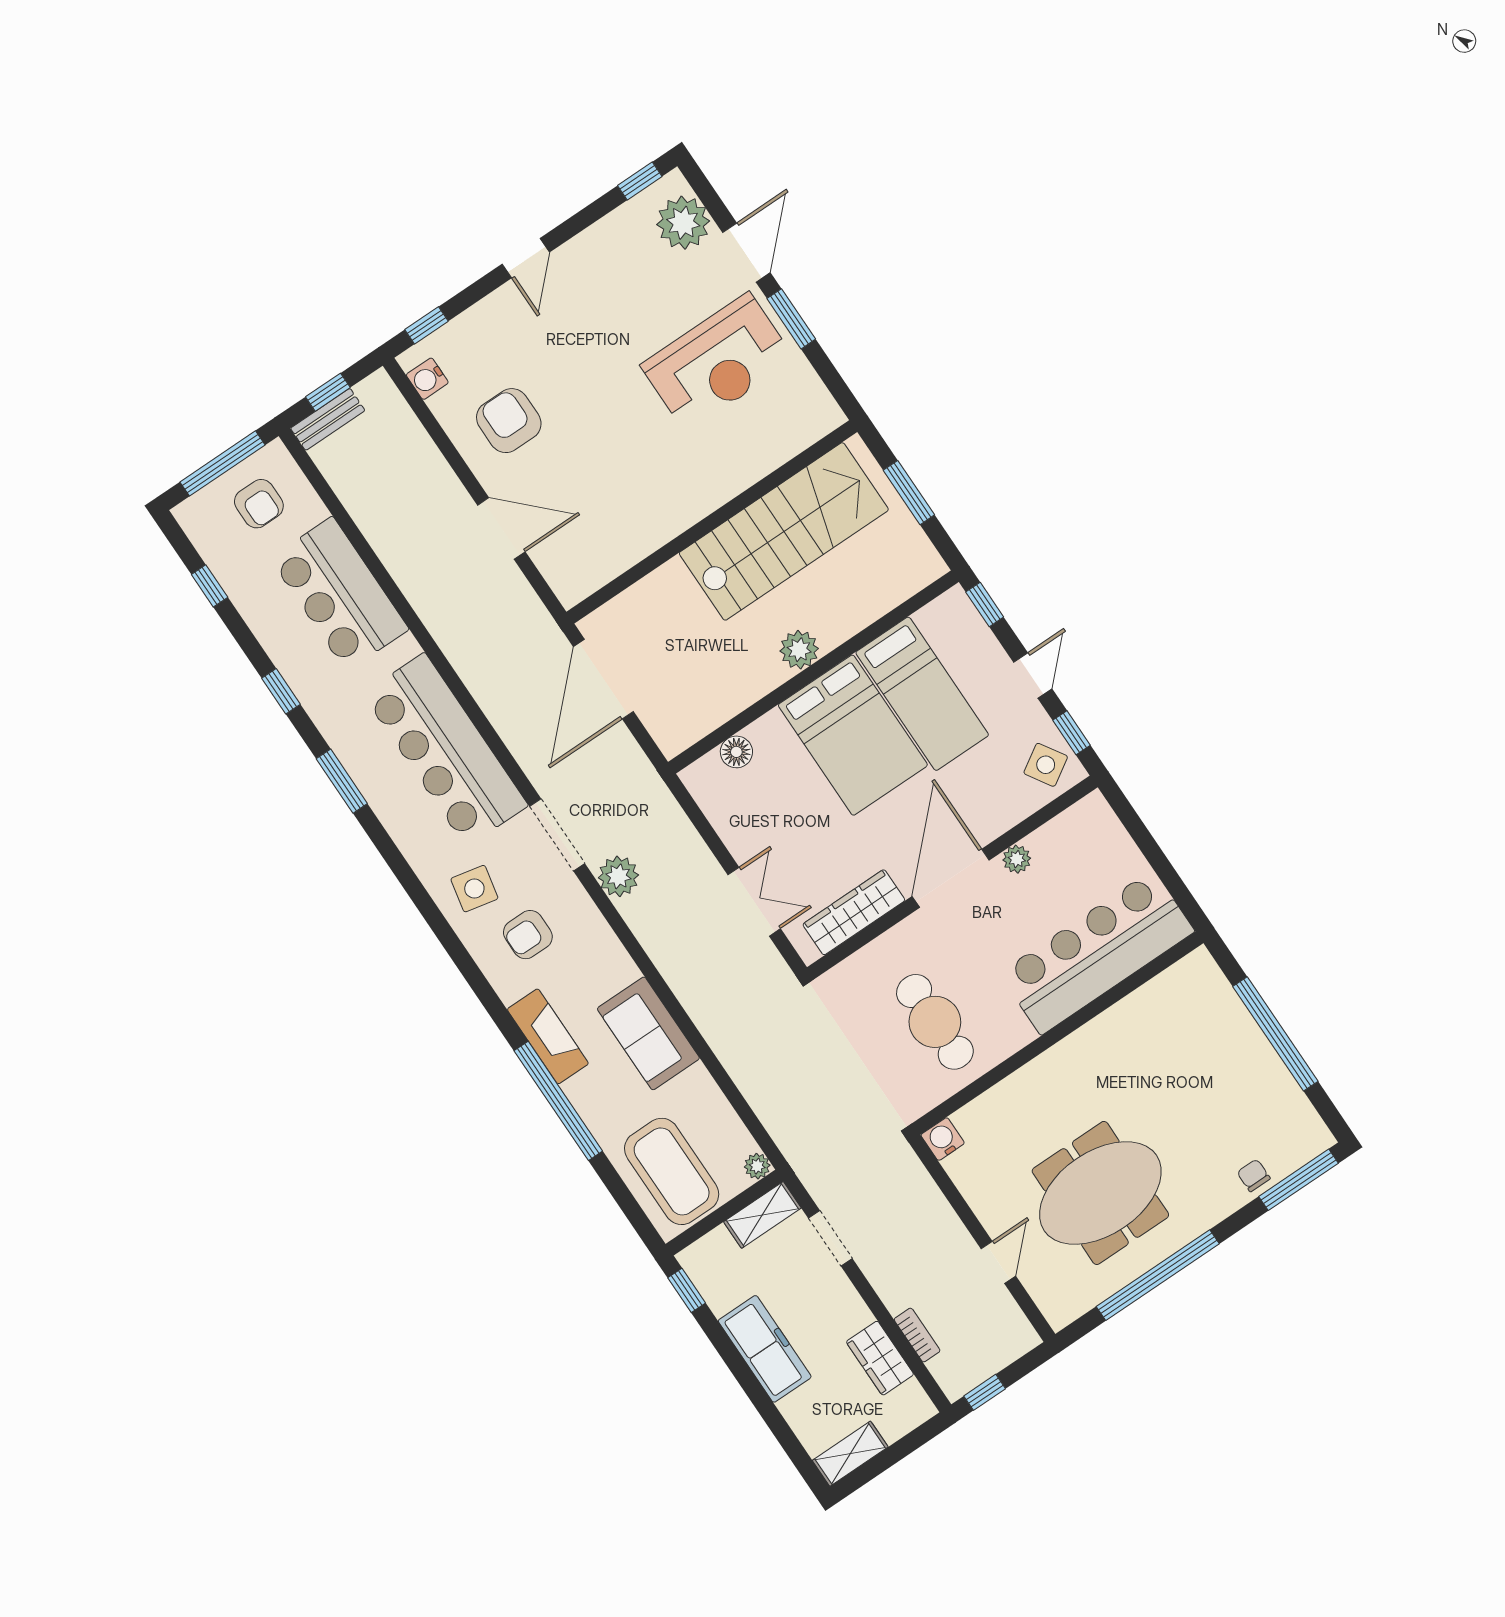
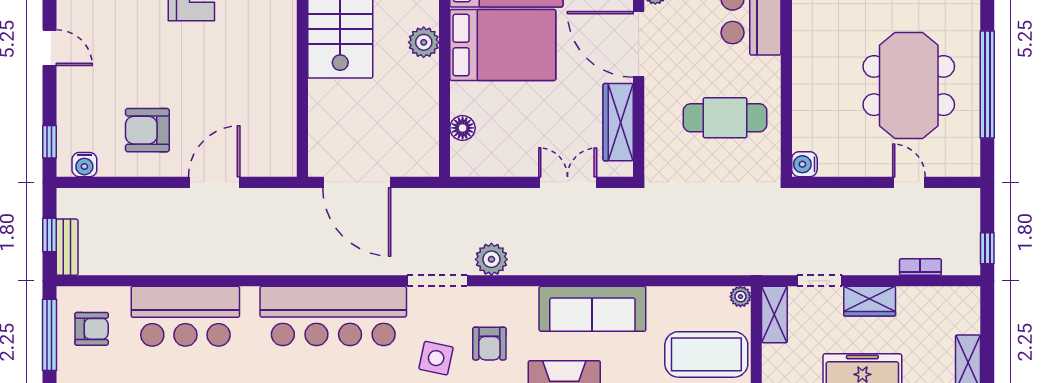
sofa: (648, 1033) -> (592, 309), width x1.36
wardrobe: (880, 1358) -> (870, 301), moved

